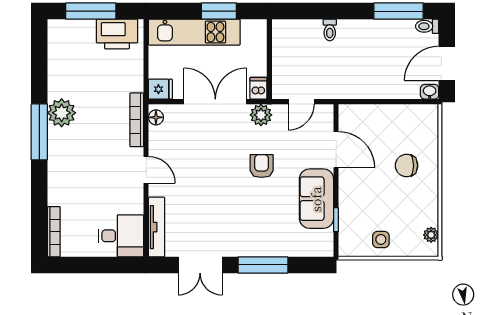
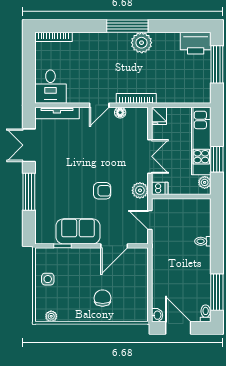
plant: (250, 28) -> (205, 182), added
printer: (117, 34) -> (196, 43), moved, turned -90
double door: (215, 102) -> (150, 156), width x0.73
floor lamp: (156, 117) -> (120, 113), moved

